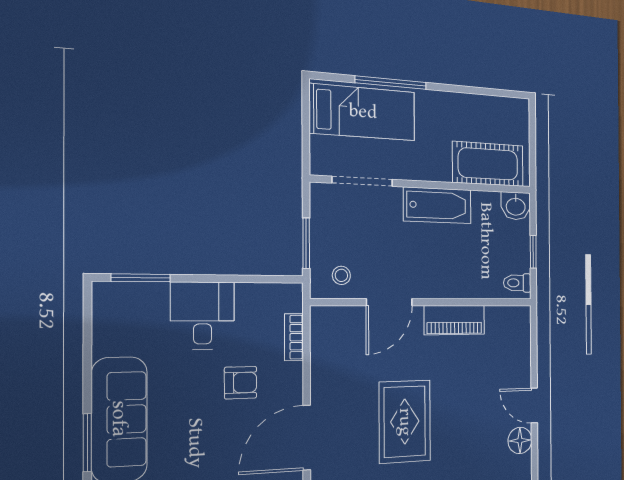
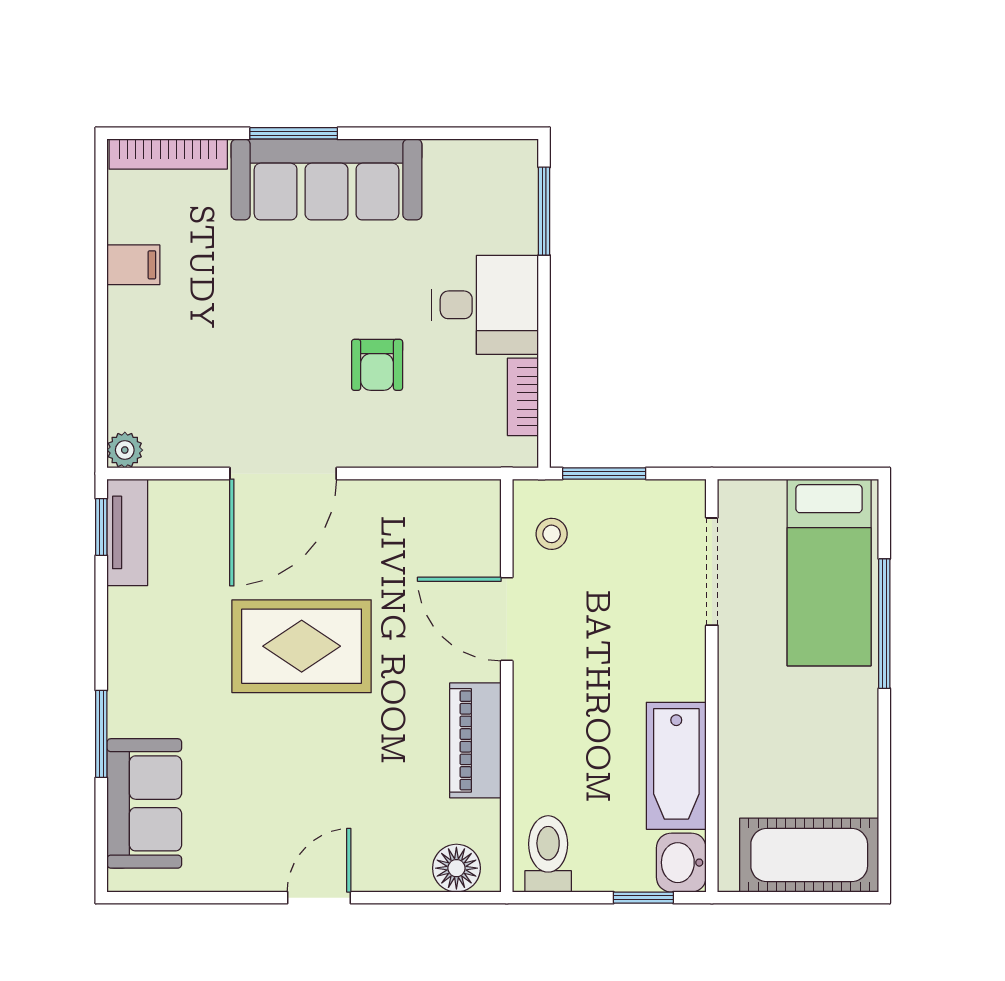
cot: (488, 164) -> (809, 855), moved, turned 90
bathtub: (437, 205) -> (676, 766), moved
window: (533, 252) -> (643, 898), moved
toilet: (517, 283) -> (548, 854), width x1.37, depth x1.39
bookcase: (294, 337) -> (523, 397), moved, turned -90
door: (307, 438) -> (283, 474), swing flipped
floor lamp: (520, 440) -> (456, 868), moved

